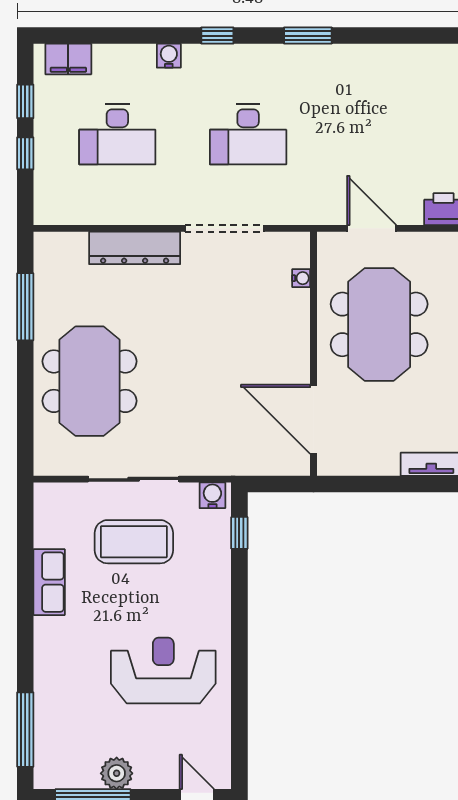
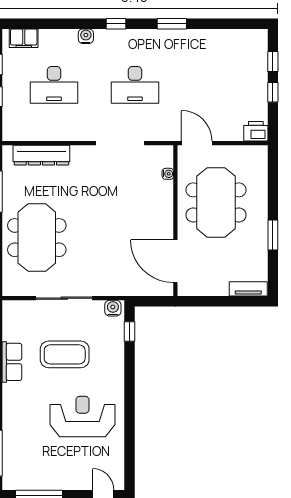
door: (372, 228) -> (197, 143), moved
dresser: (135, 248) -> (41, 155), moved
coffee table: (134, 542) -> (65, 354), moved
plant: (117, 773) -> (54, 480), removed

